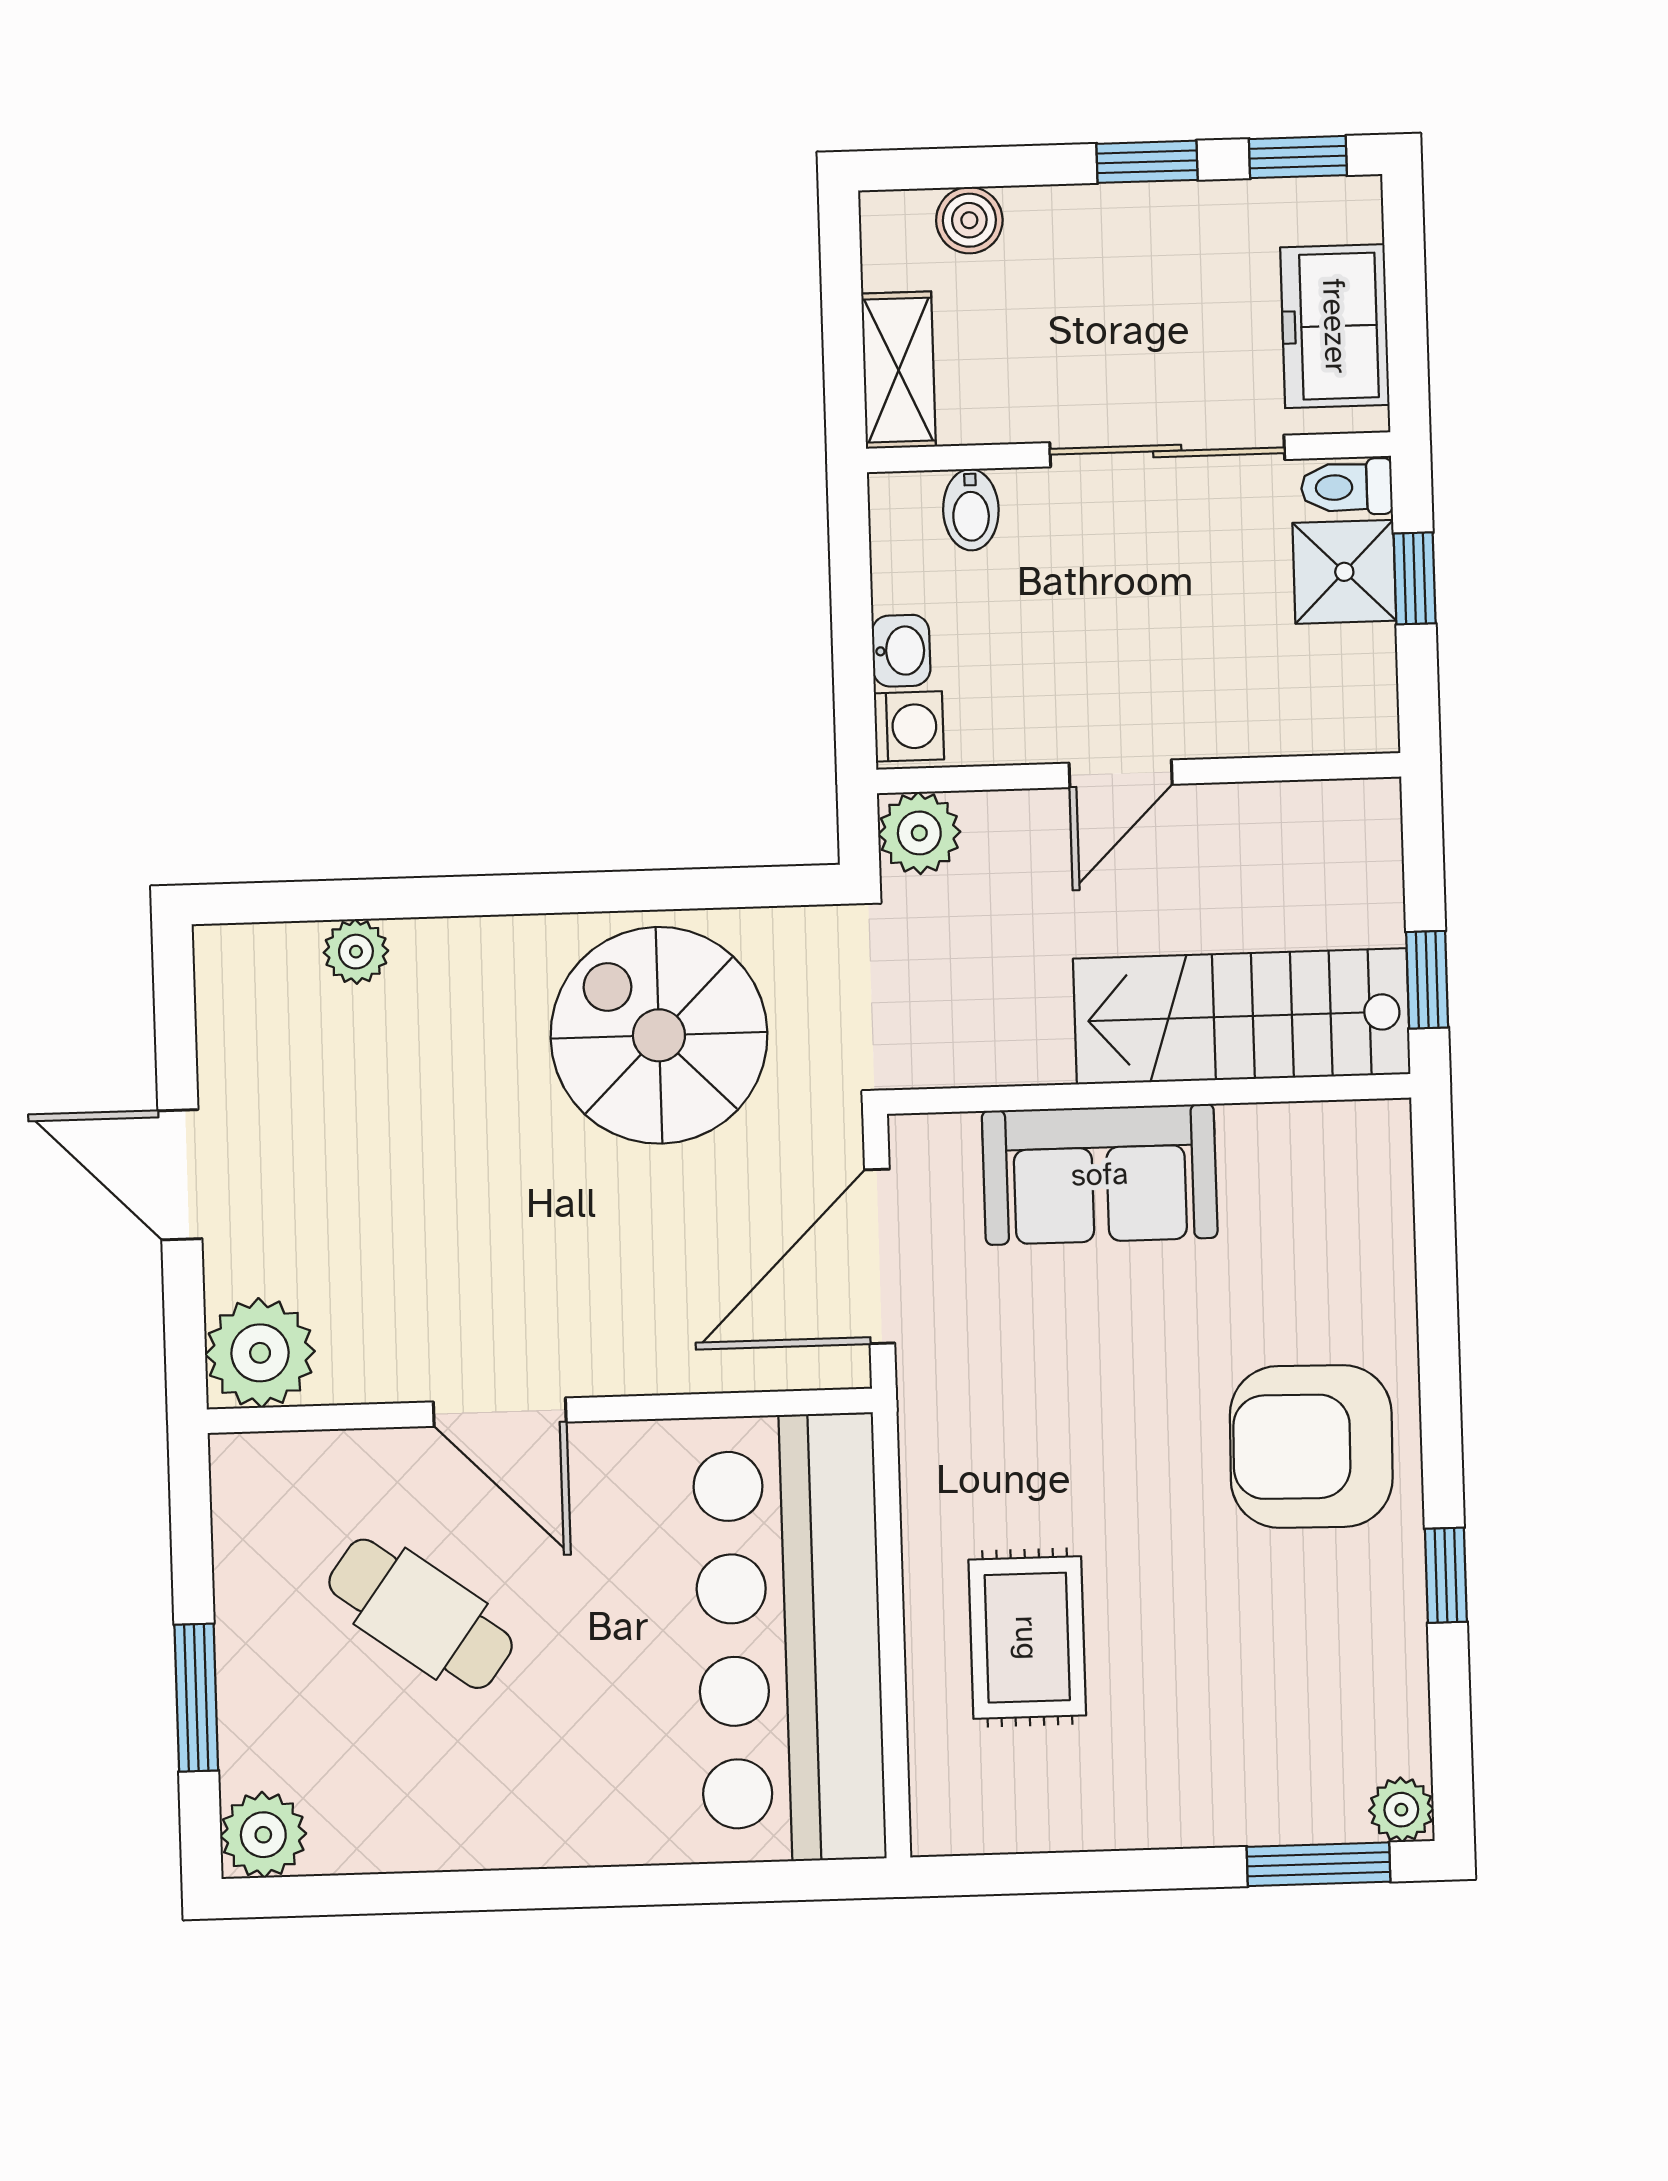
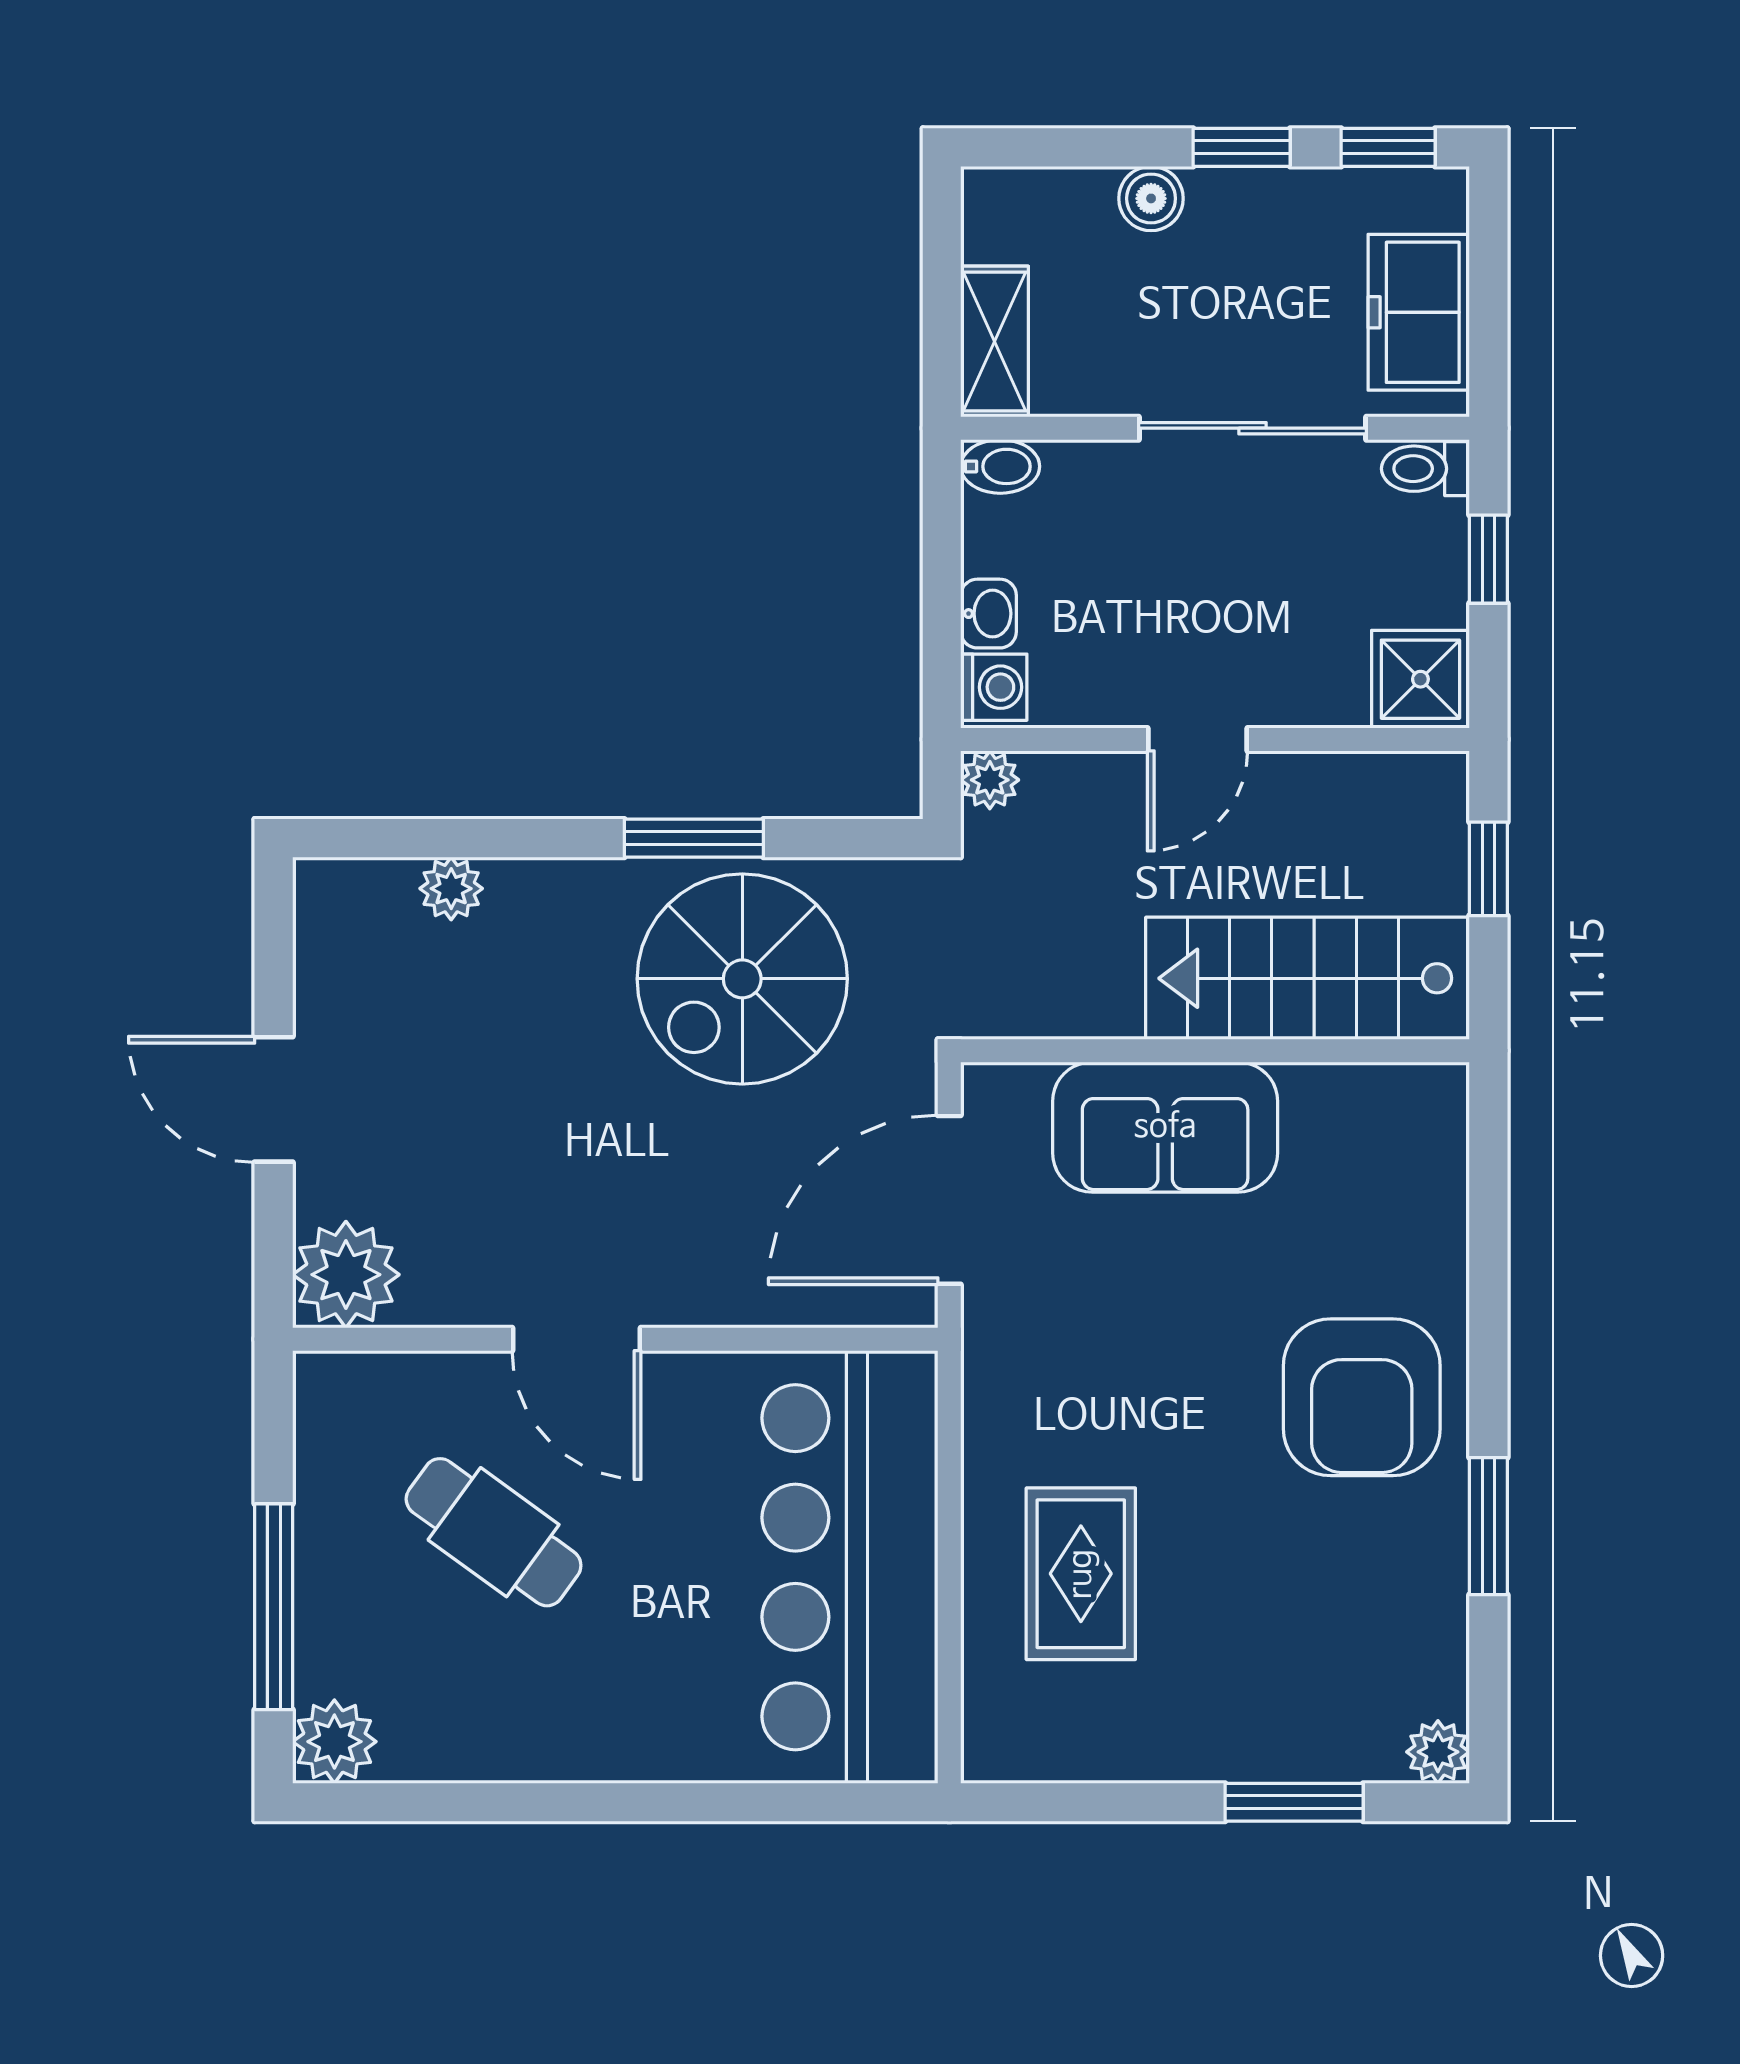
boiler: (969, 220) -> (1151, 198), moved
bidet: (971, 510) -> (1000, 466), moved, turned -90
shower: (1344, 572) -> (1420, 679), moved
plant: (919, 833) -> (990, 780), width x0.73, depth x0.73
window: (605, 892) -> (694, 838), added
window: (1427, 980) -> (1488, 869), moved
spiral stairs: (659, 1035) -> (742, 979), turned -90
armchair: (1311, 1446) -> (1362, 1397), turned -91
window: (1446, 1575) -> (1488, 1526), width x1.50
window: (196, 1698) -> (274, 1607), width x1.44
window: (1319, 1864) -> (1294, 1802), moved

